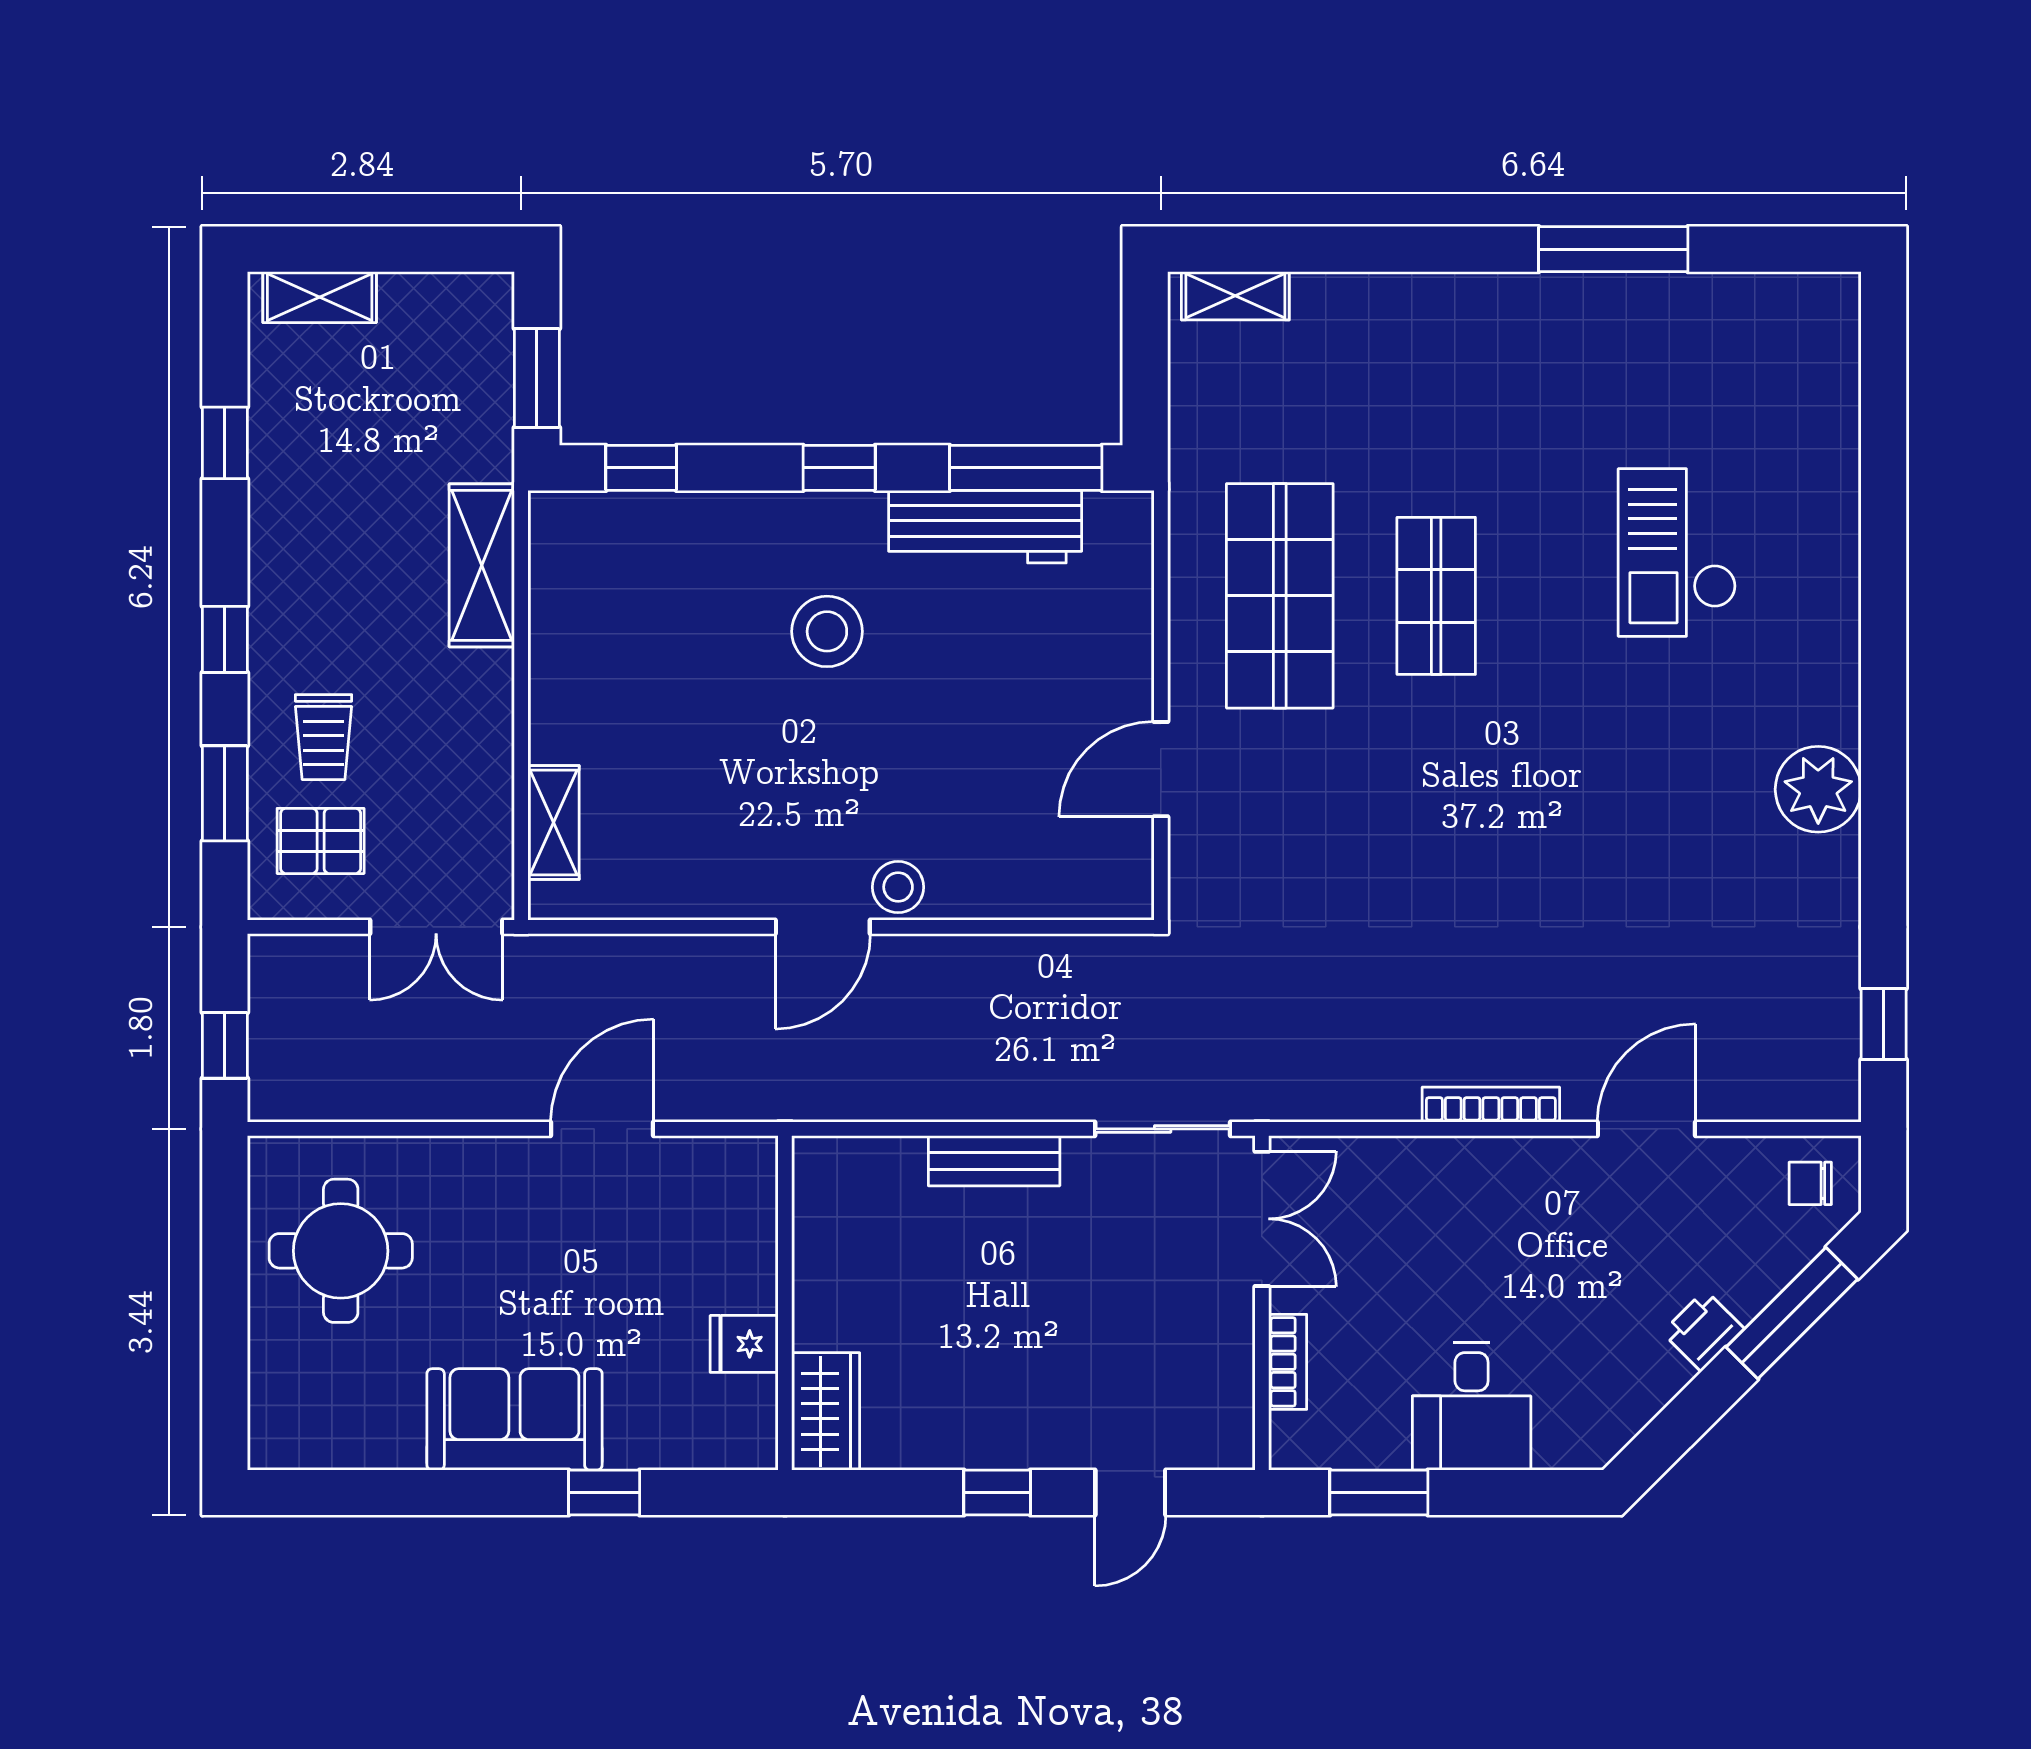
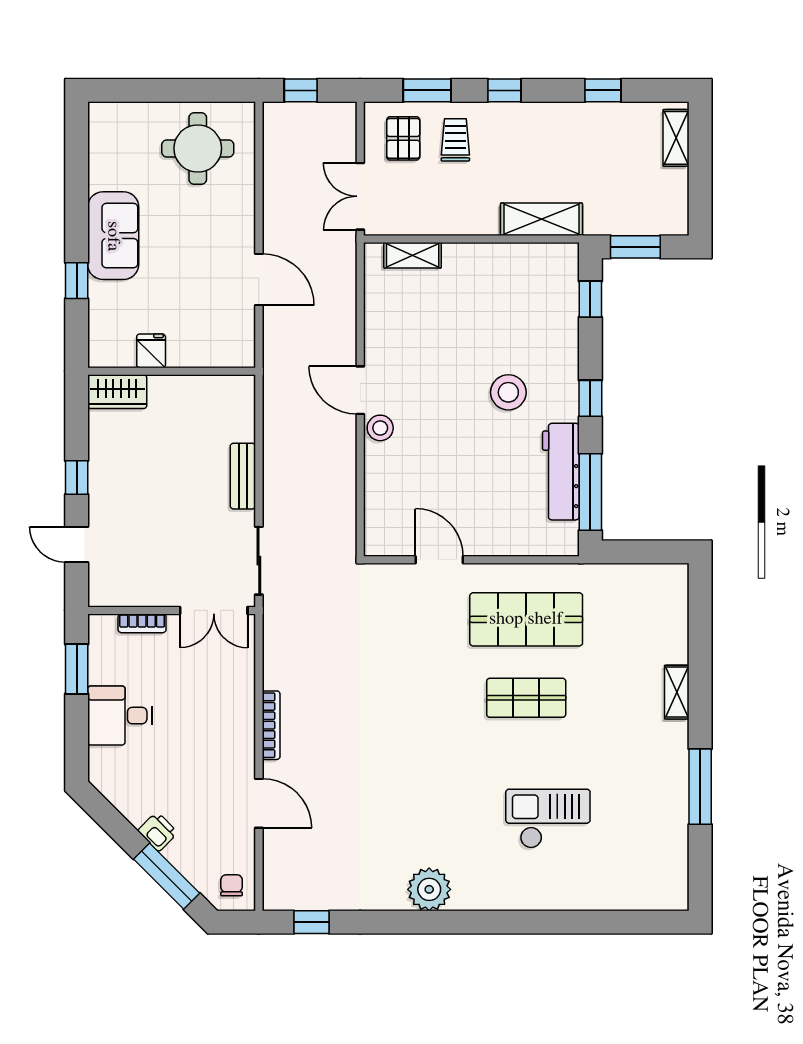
shelving: (1235, 296) -> (677, 692), moved
trolley: (323, 737) -> (455, 140), turned 90

